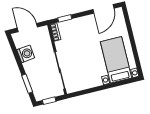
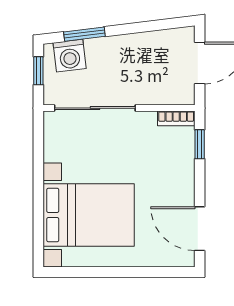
washing machine: (26, 54) -> (70, 56), moved
bed with nightstands: (116, 60) -> (89, 215), width x1.36

